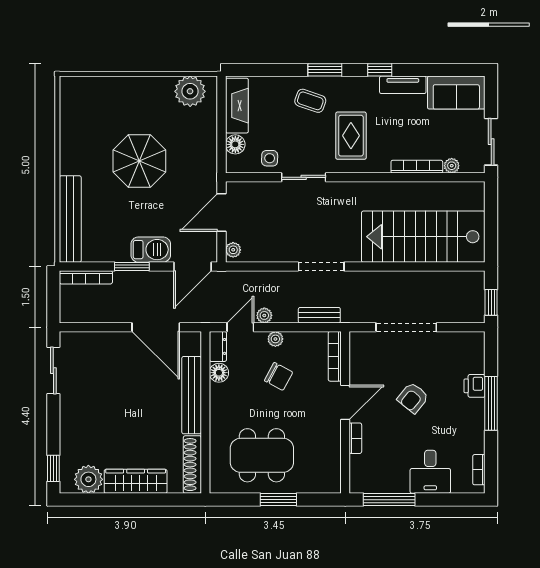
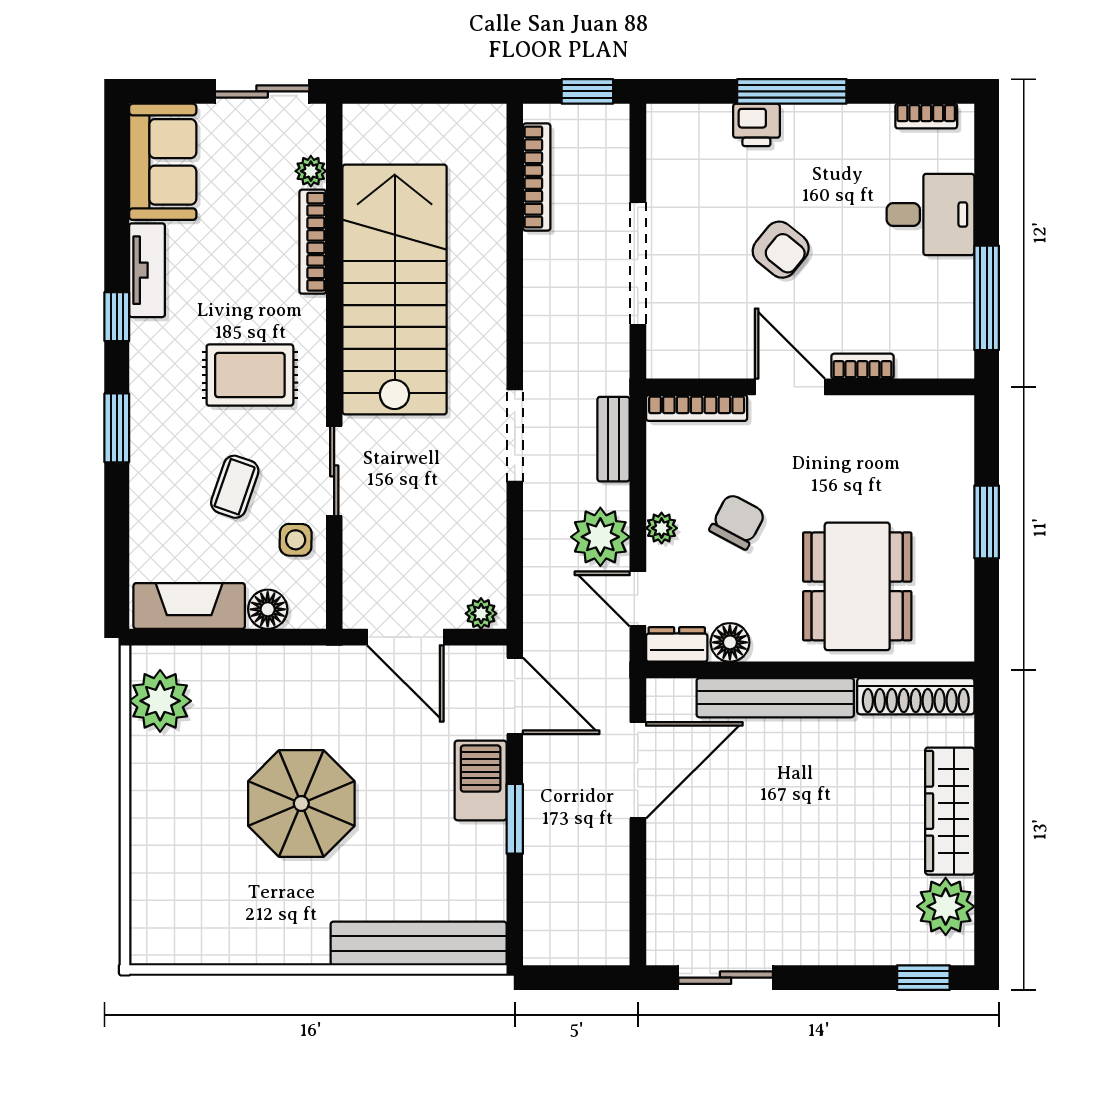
coffee table: (310, 101) -> (235, 487), moved
stairs: (423, 237) -> (395, 290), moved, turned 180
bookcase: (86, 277) -> (537, 177), moved
plant: (264, 315) -> (600, 537), width x1.88, depth x1.88
dining table: (262, 455) -> (857, 586), moved

